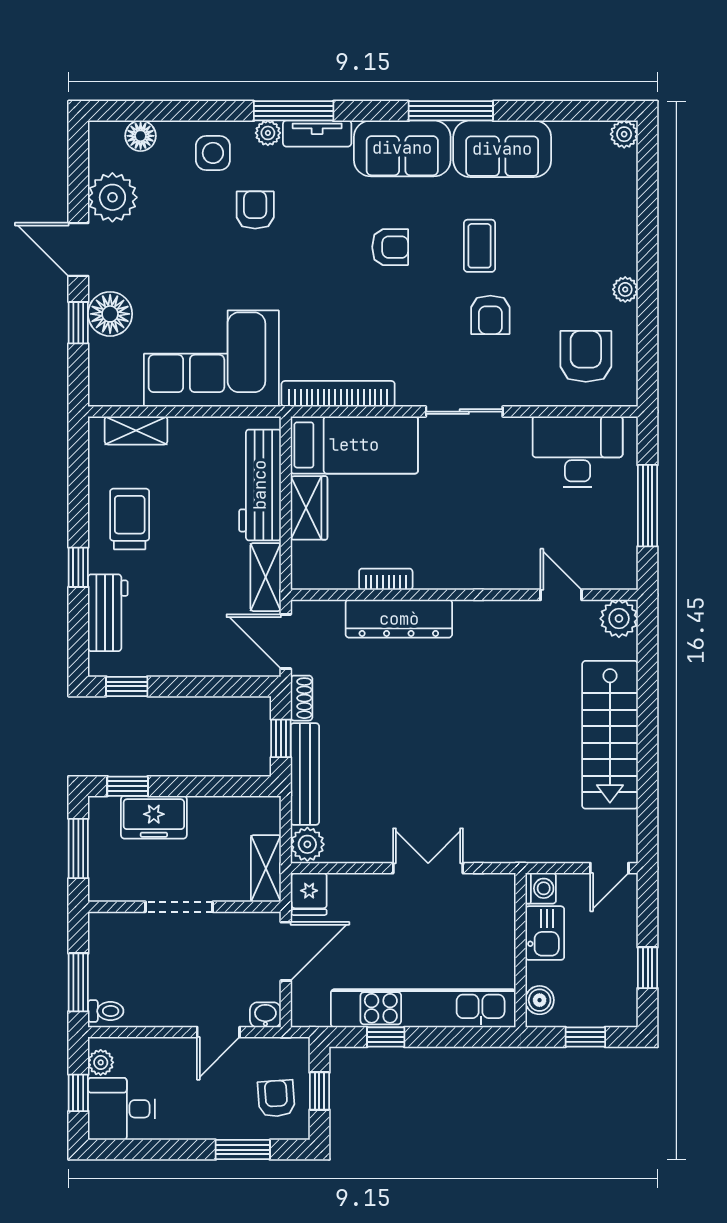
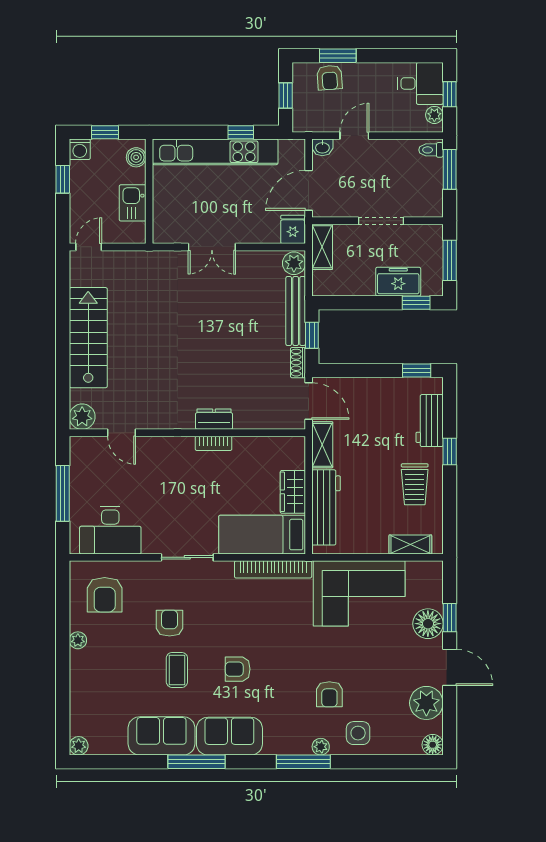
tv unit: (317, 134) -> (287, 746), removed
floor lamp: (141, 136) -> (433, 745), moved
bookcase: (386, 579) -> (214, 443), moved
dresser: (399, 619) -> (214, 419), width x0.51, depth x0.80
washing machine: (541, 888) -> (80, 149), moved, turned -90
armchair: (276, 1098) -> (330, 78), moved

